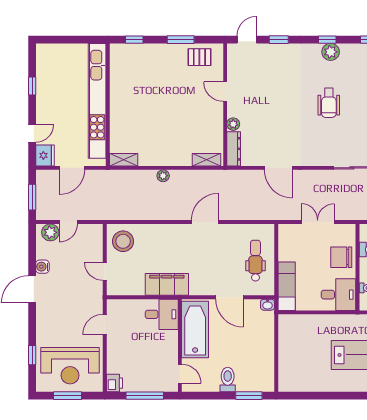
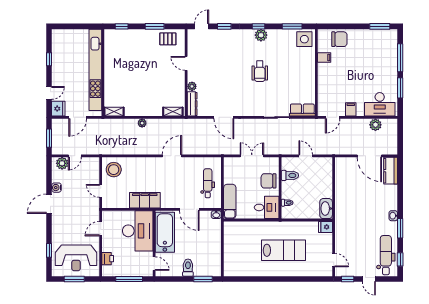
desk: (162, 314) -> (138, 231), width x1.87, depth x1.30
printer: (114, 383) -> (108, 259), moved

